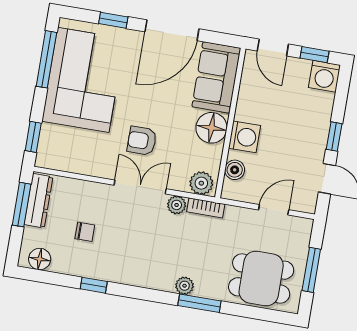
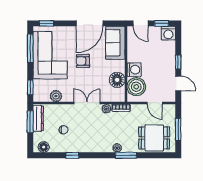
window: (113, 20) -> (46, 23), moved
floor lamp: (211, 128) -> (117, 80), moved
armchair: (142, 141) -> (83, 61), moved
boiler: (235, 170) -> (136, 87), width x1.86, depth x1.86
plant: (201, 183) -> (56, 96), moved
door: (274, 210) -> (155, 103), swing flipped

